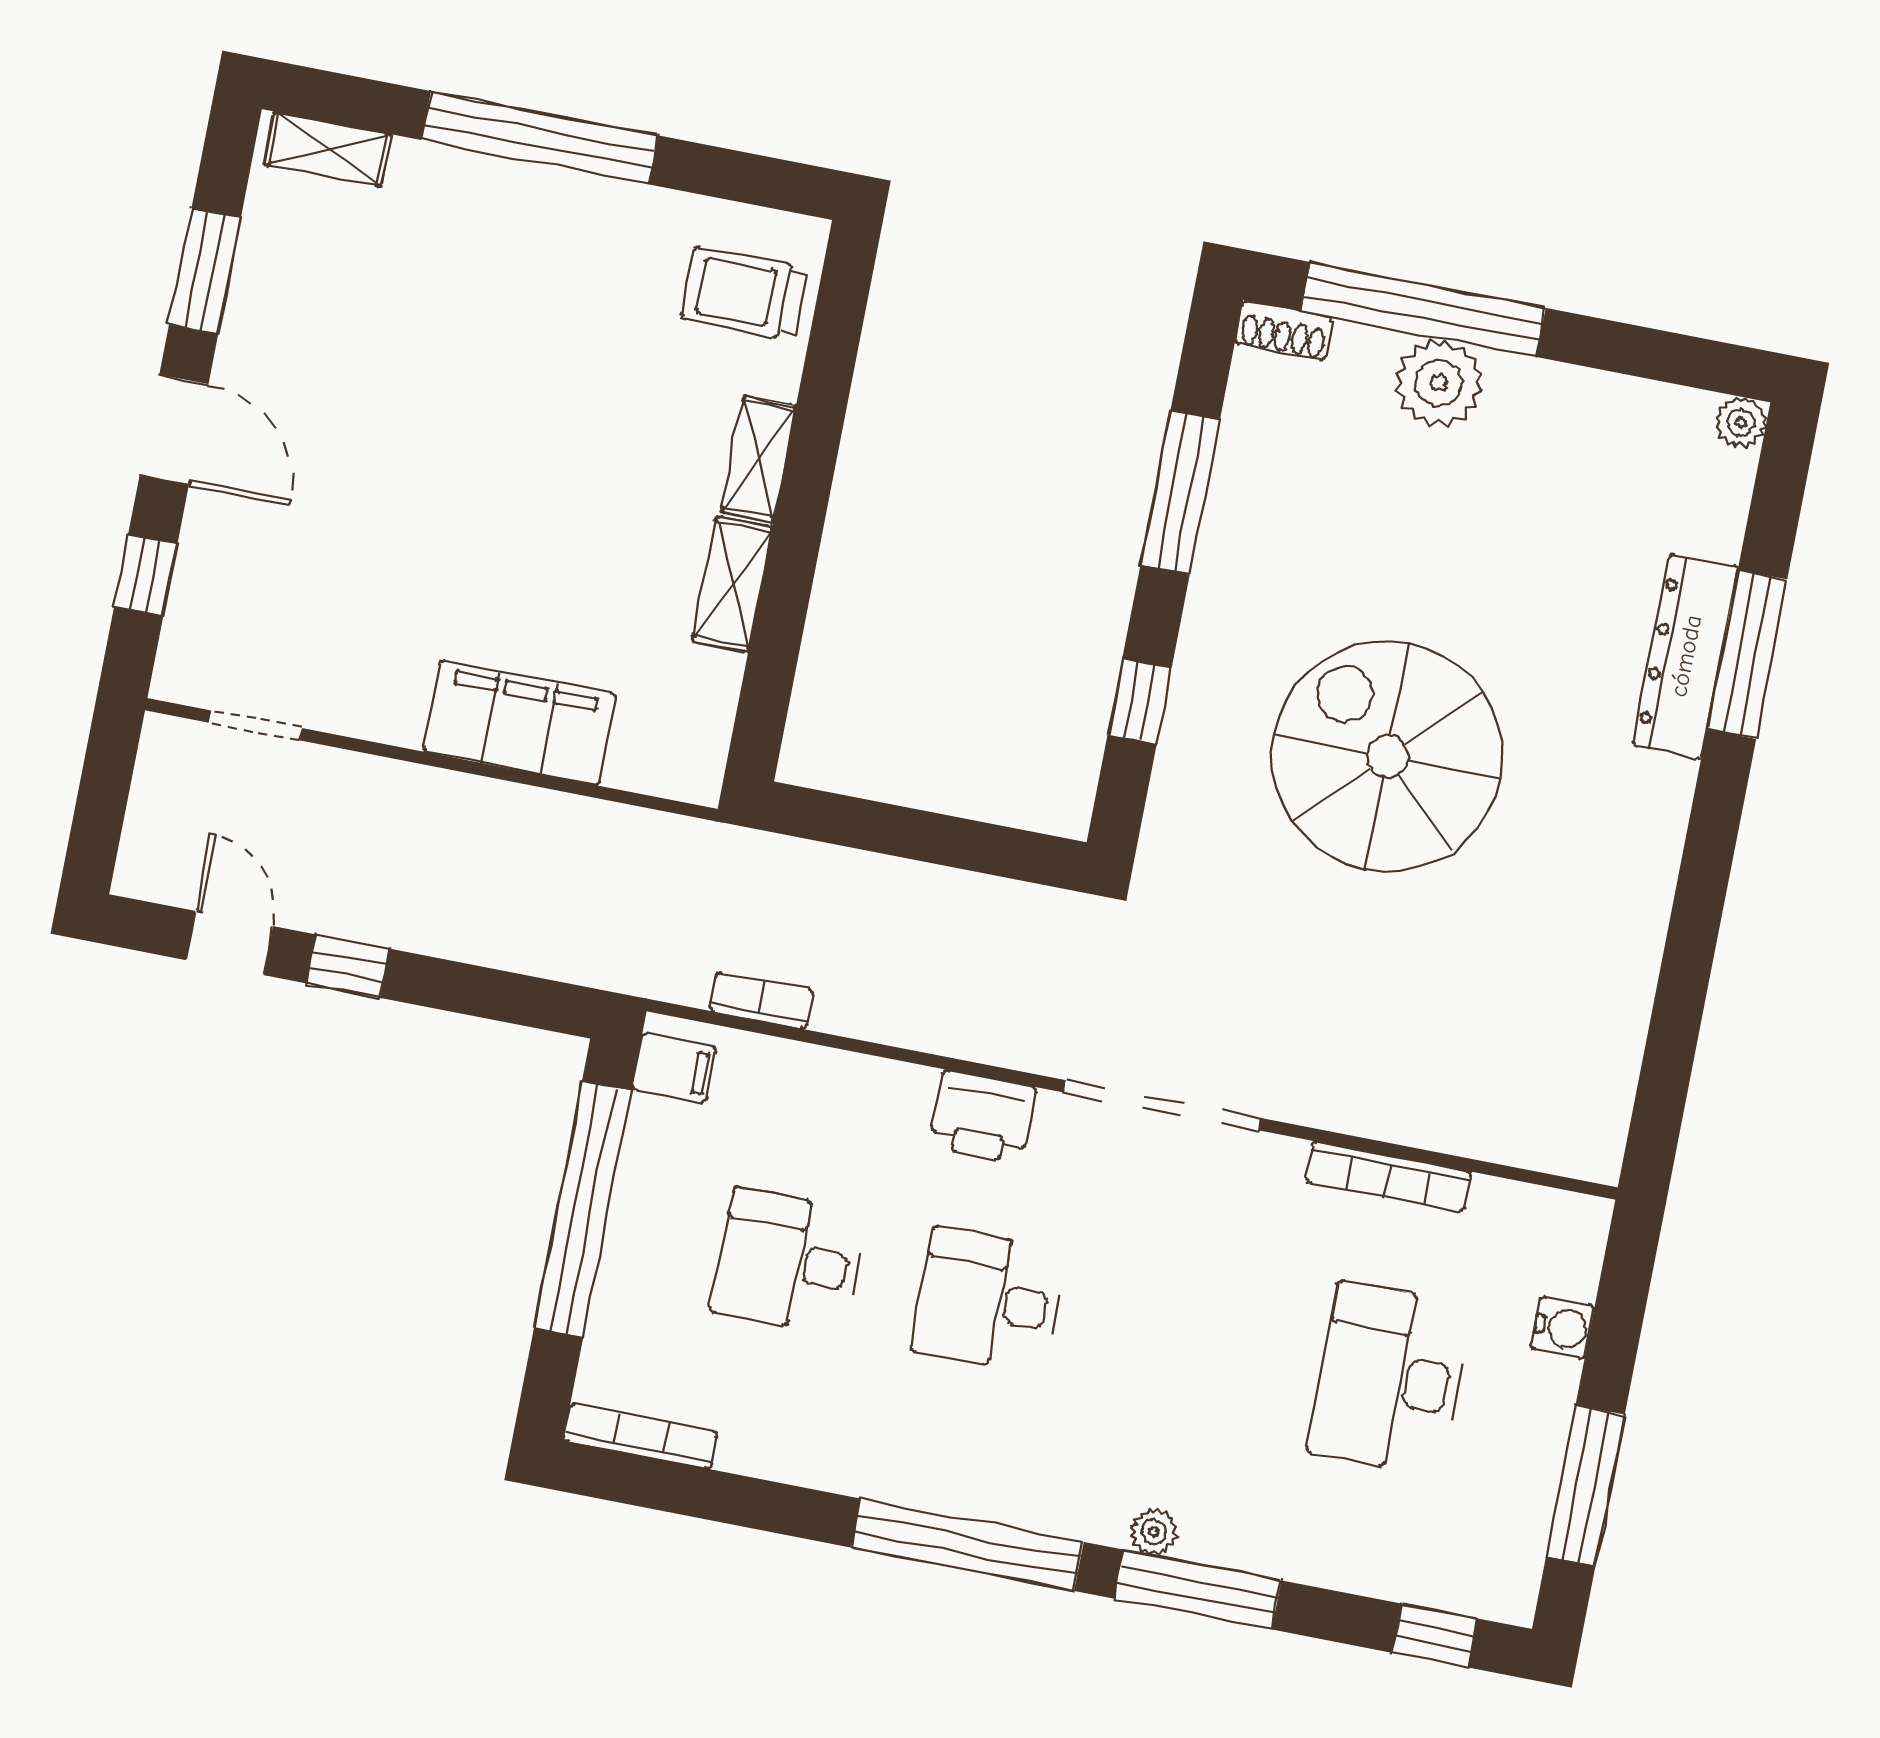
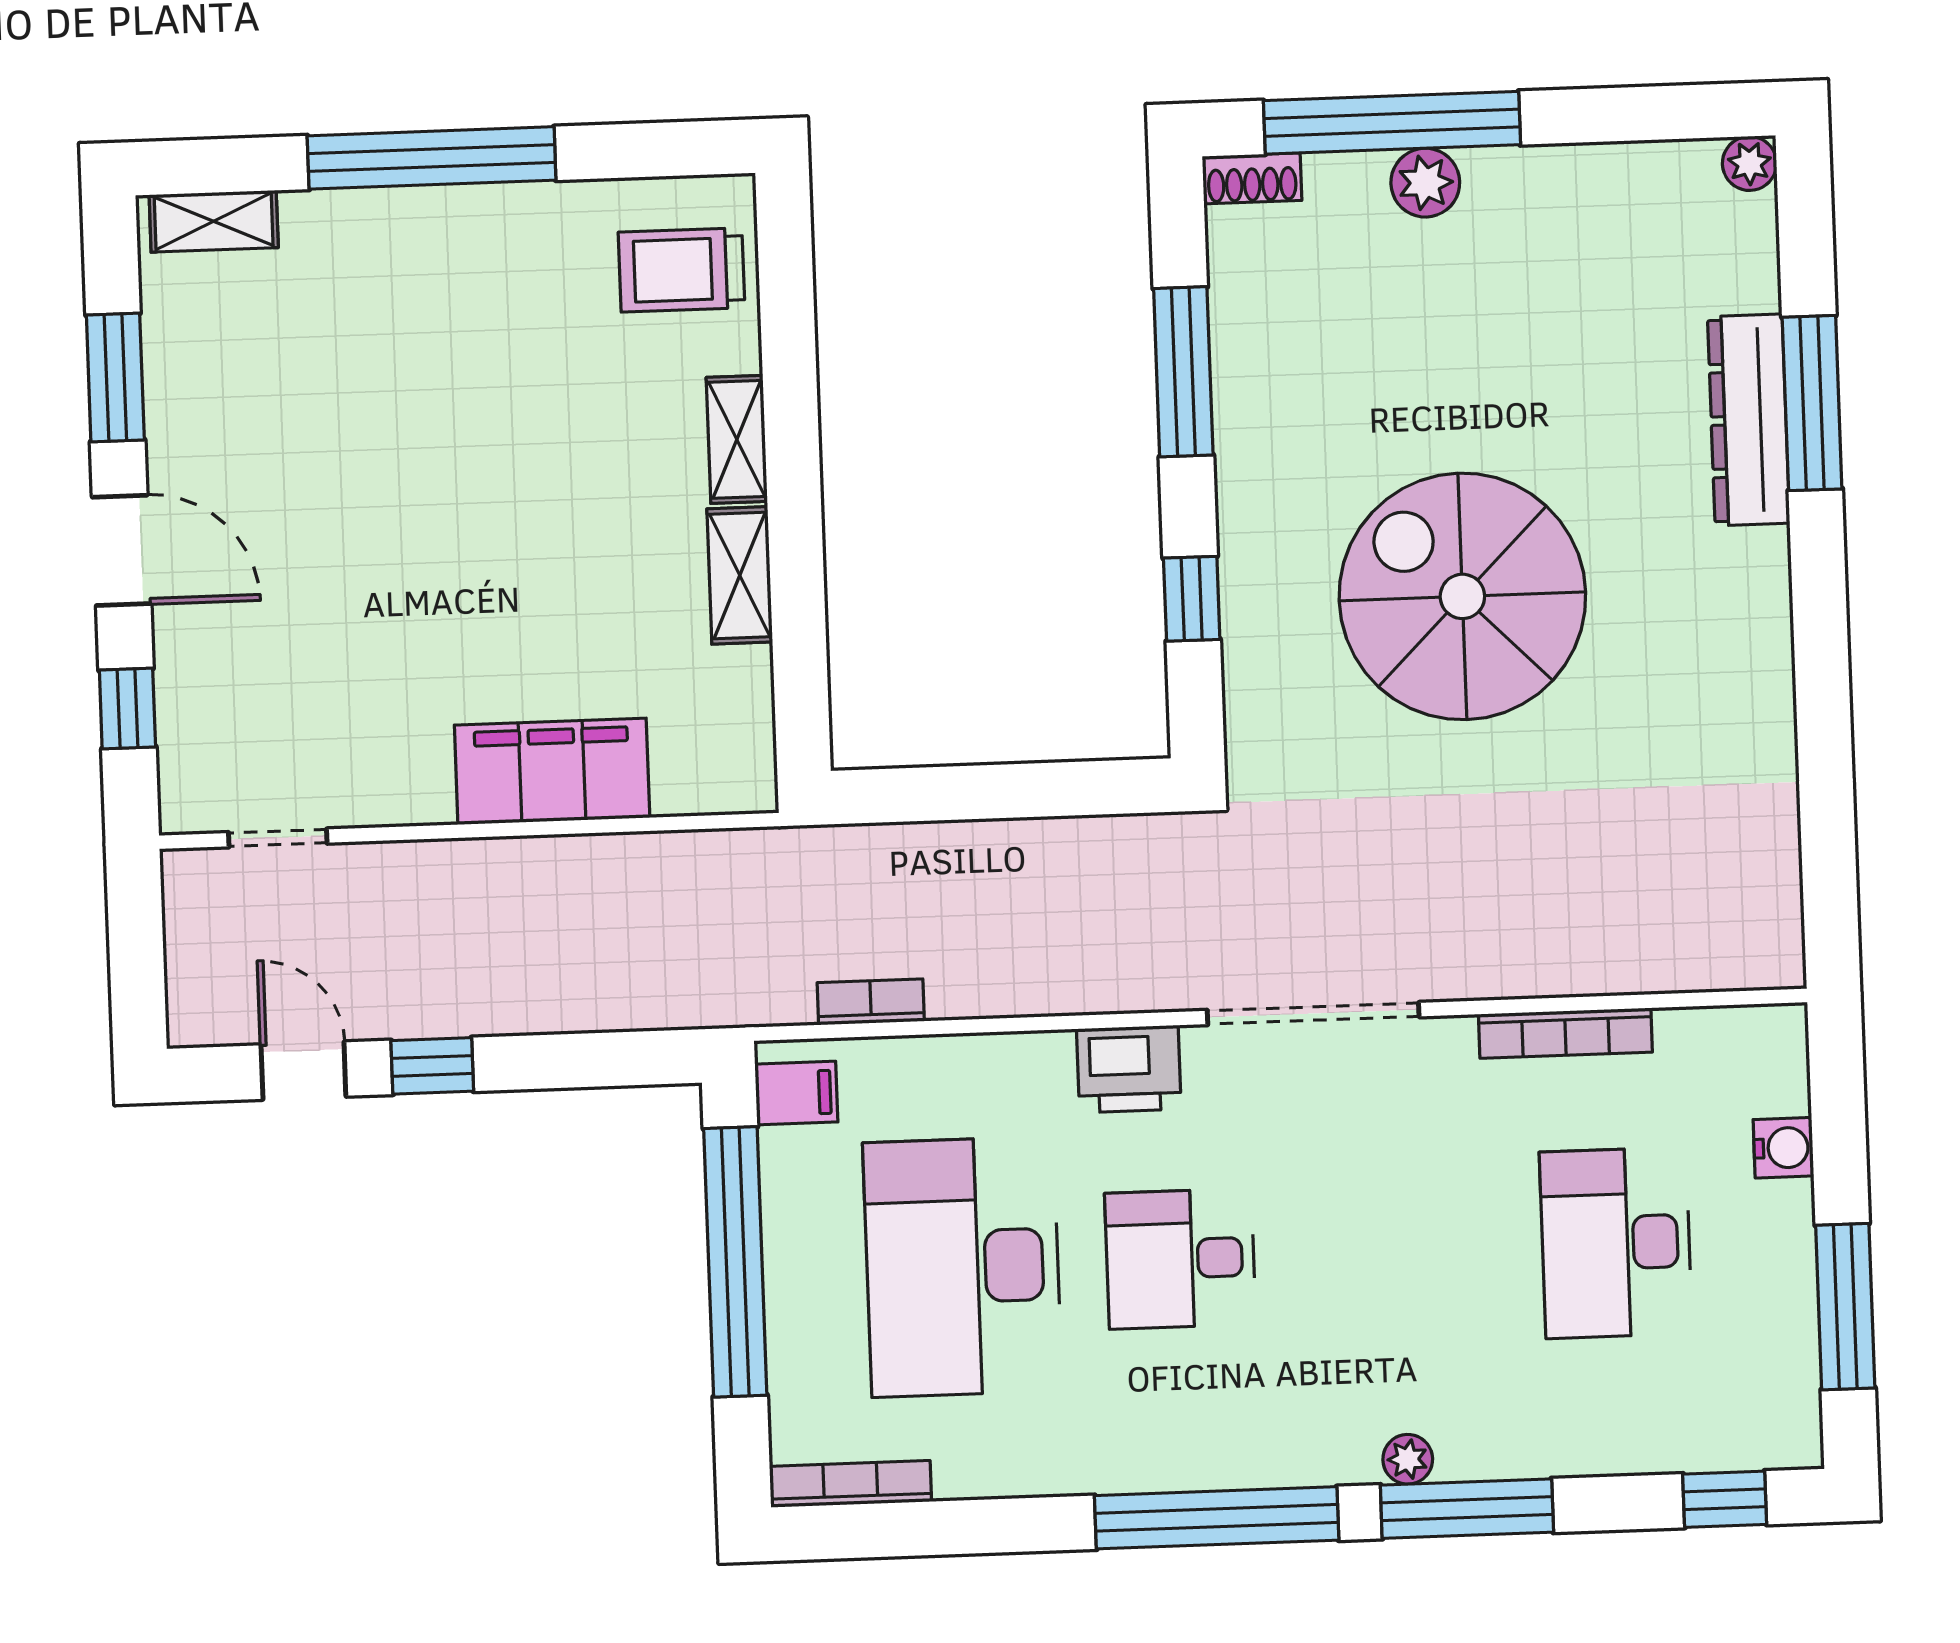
plant: (1439, 383) -> (1425, 183), width x0.73, depth x0.73
desk: (789, 1262) -> (963, 1267), width x1.87, depth x1.30

